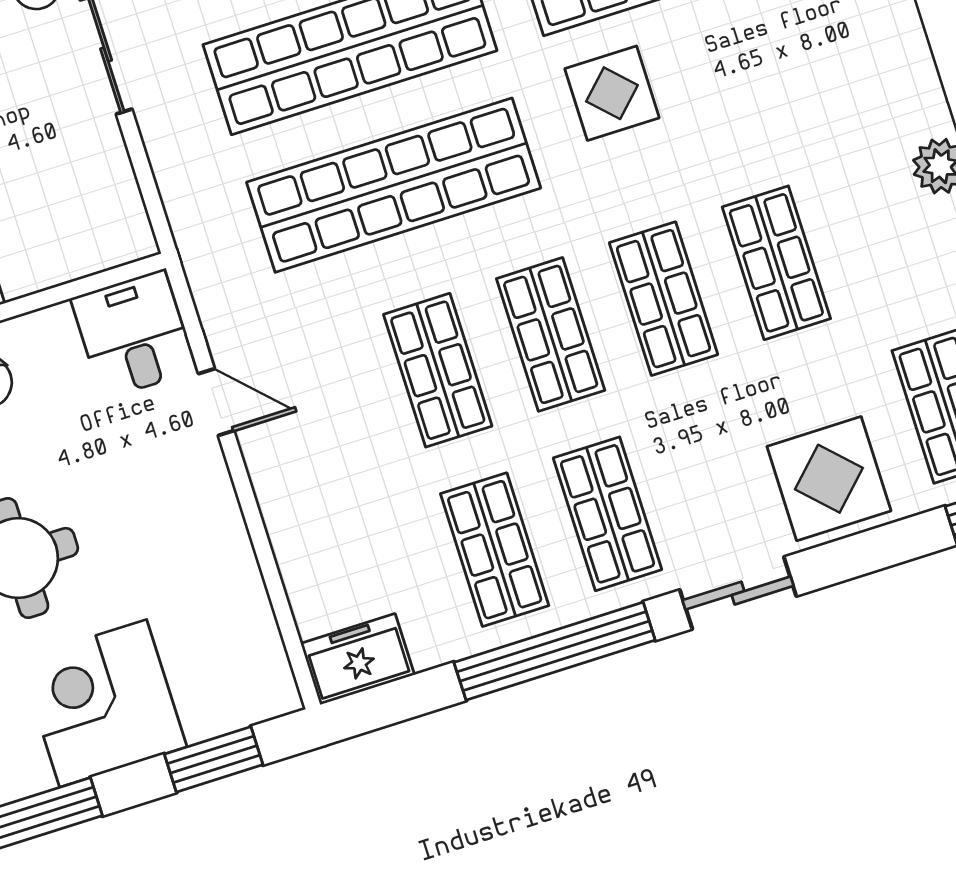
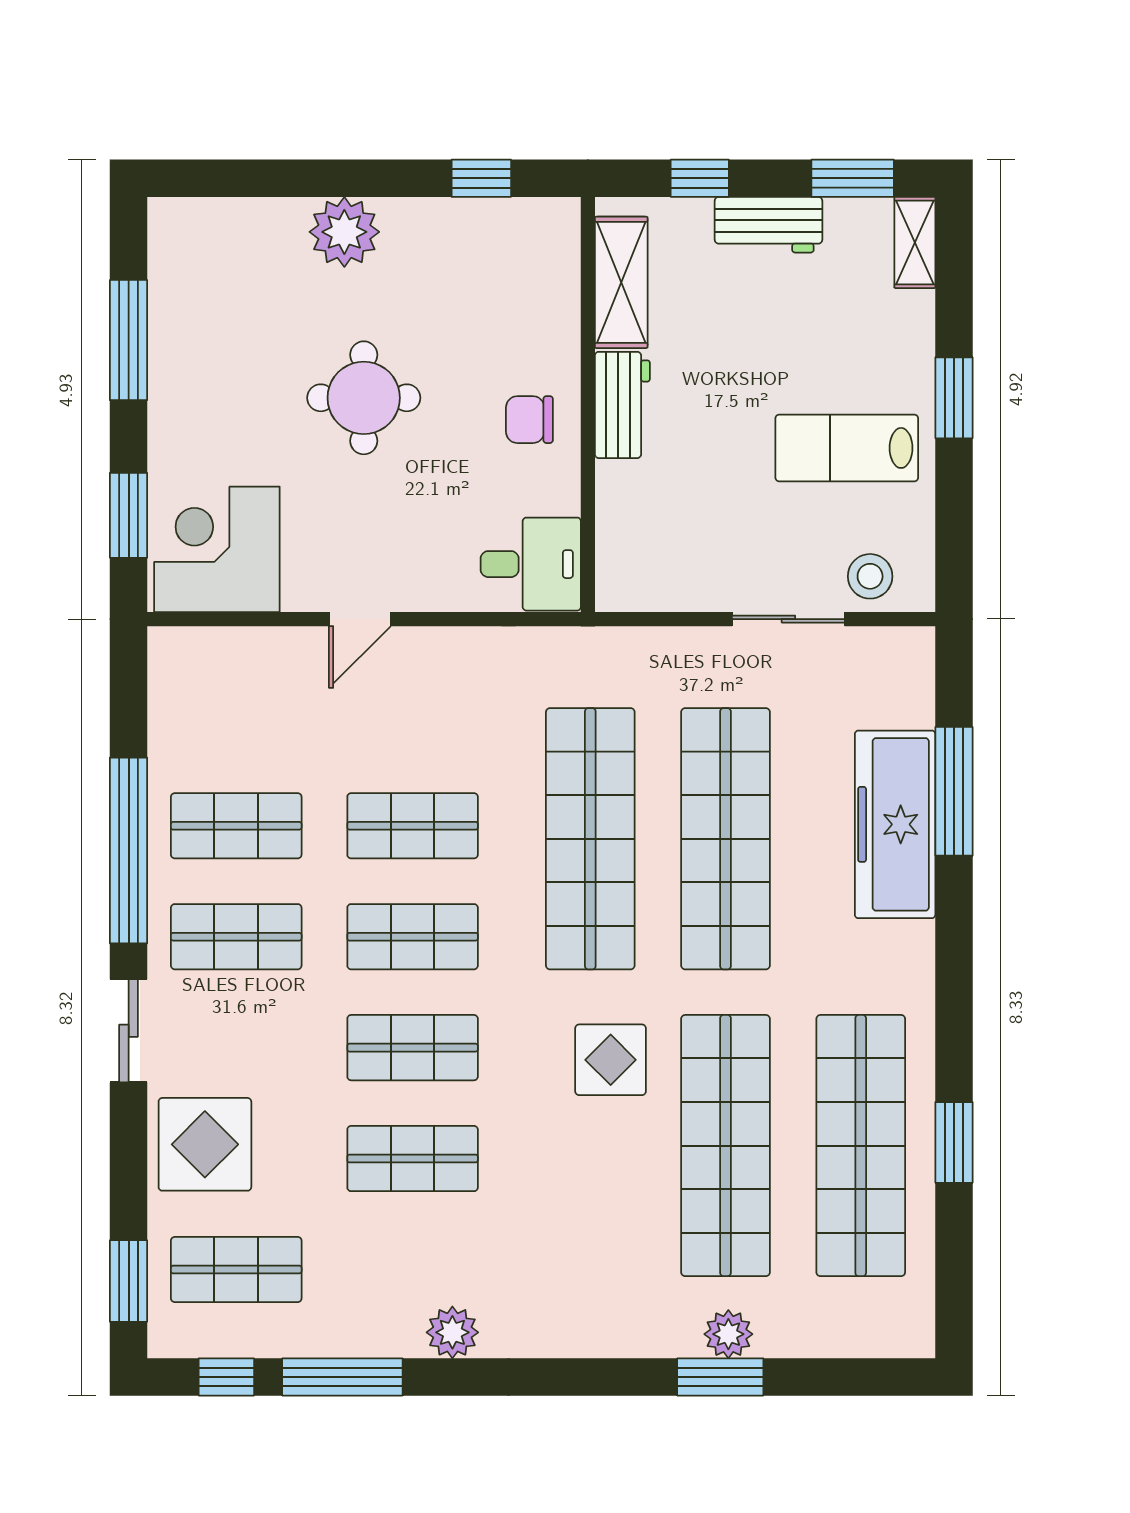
door: (216, 402) -> (360, 619), moved
freezer: (358, 659) -> (177, 672), removed
corner desk: (103, 703) -> (217, 549), moved, turned -90

